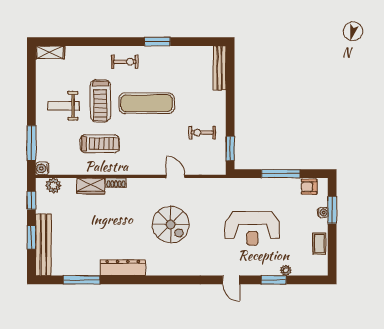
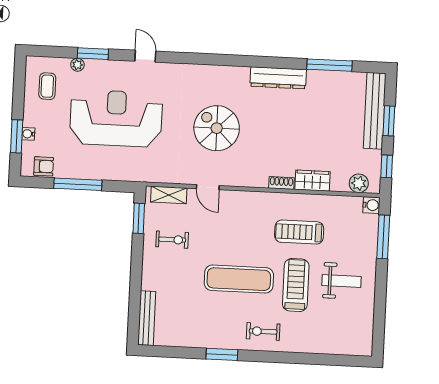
shelving: (50, 52) -> (169, 195), moved
reception desk: (252, 228) -> (116, 118), width x1.36, depth x1.30
coffee table: (319, 244) -> (47, 86), moved

